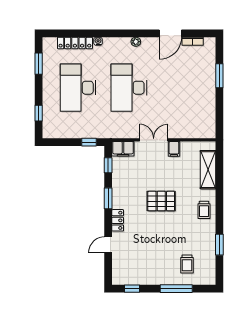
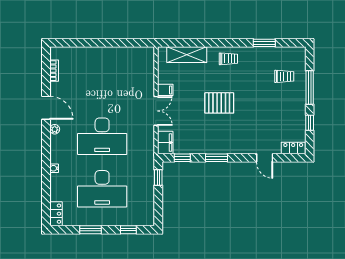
door: (170, 33) -> (46, 108), moved
locker: (75, 43) -> (56, 214), moved, width x0.66
window: (39, 64) -> (91, 230), moved
window: (219, 76) -> (90, 43), removed
double door: (154, 140) -> (156, 111), swing flipped
pallet: (161, 201) -> (219, 103), turned 90
locker: (118, 220) -> (293, 148), moved
window: (132, 289) -> (310, 123), moved

